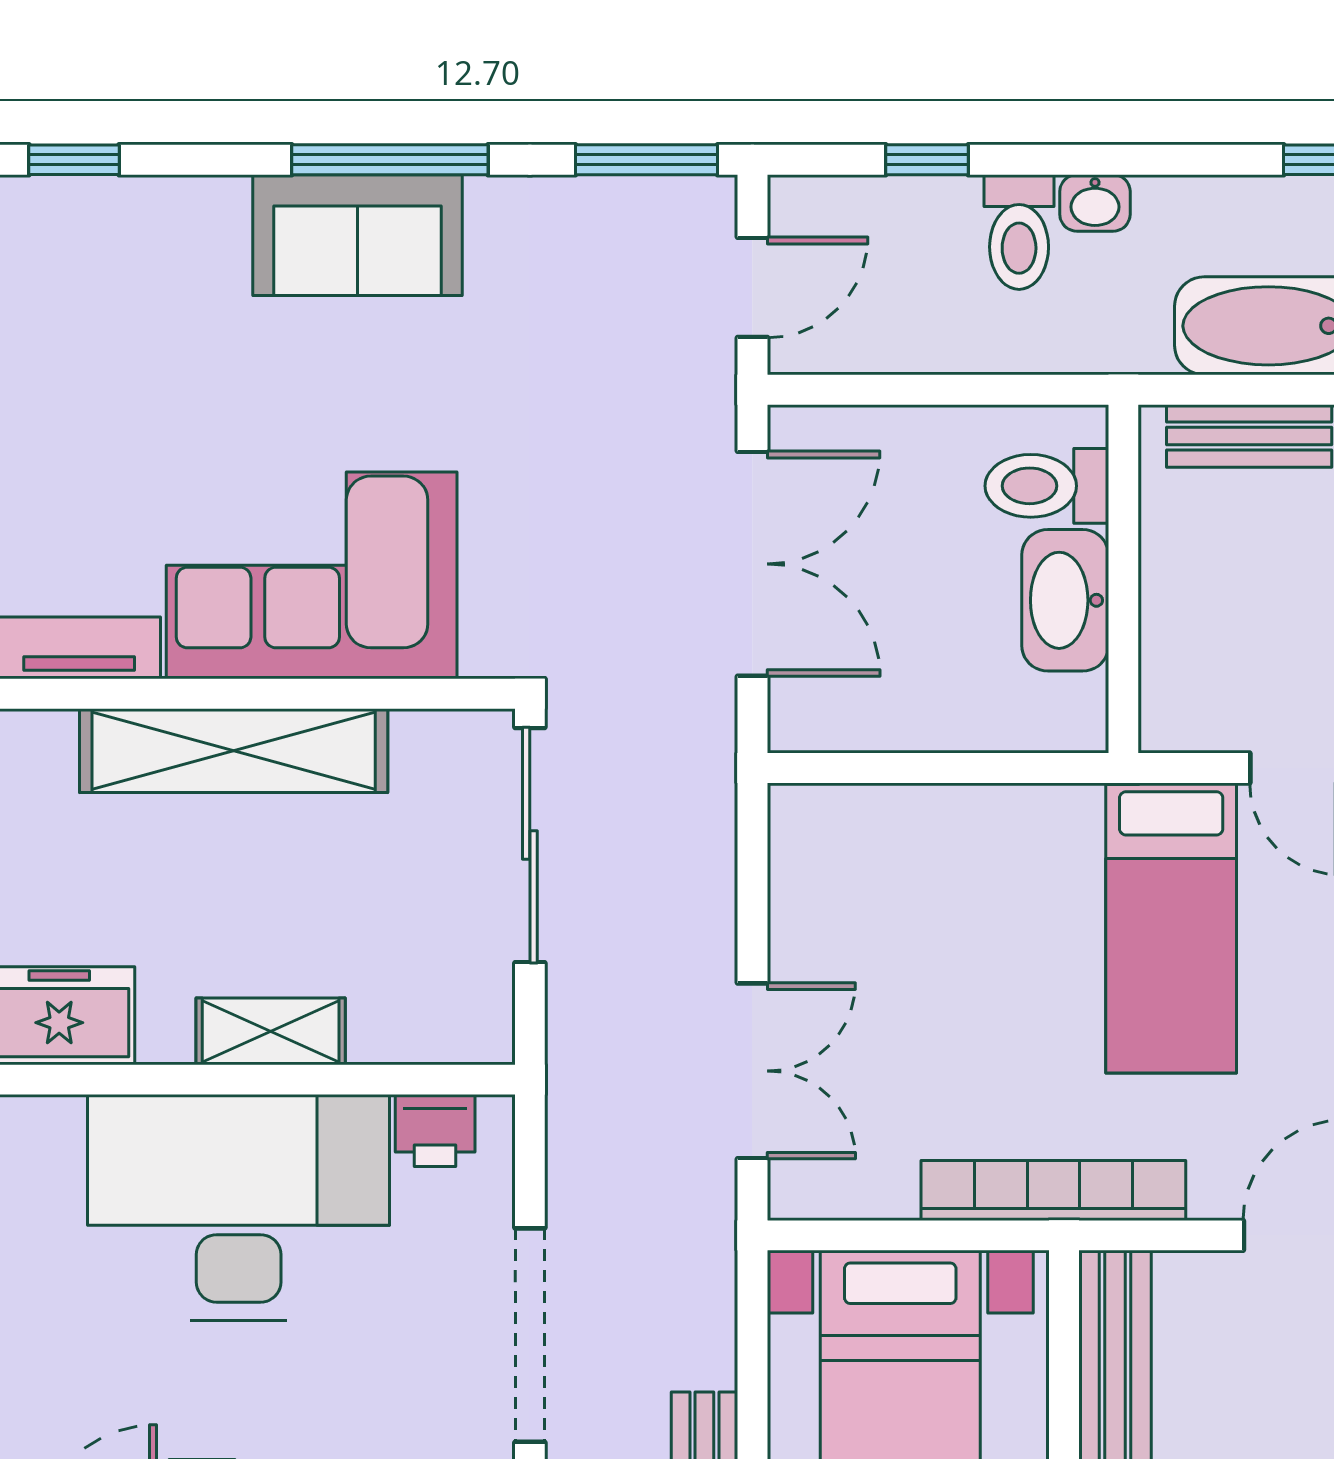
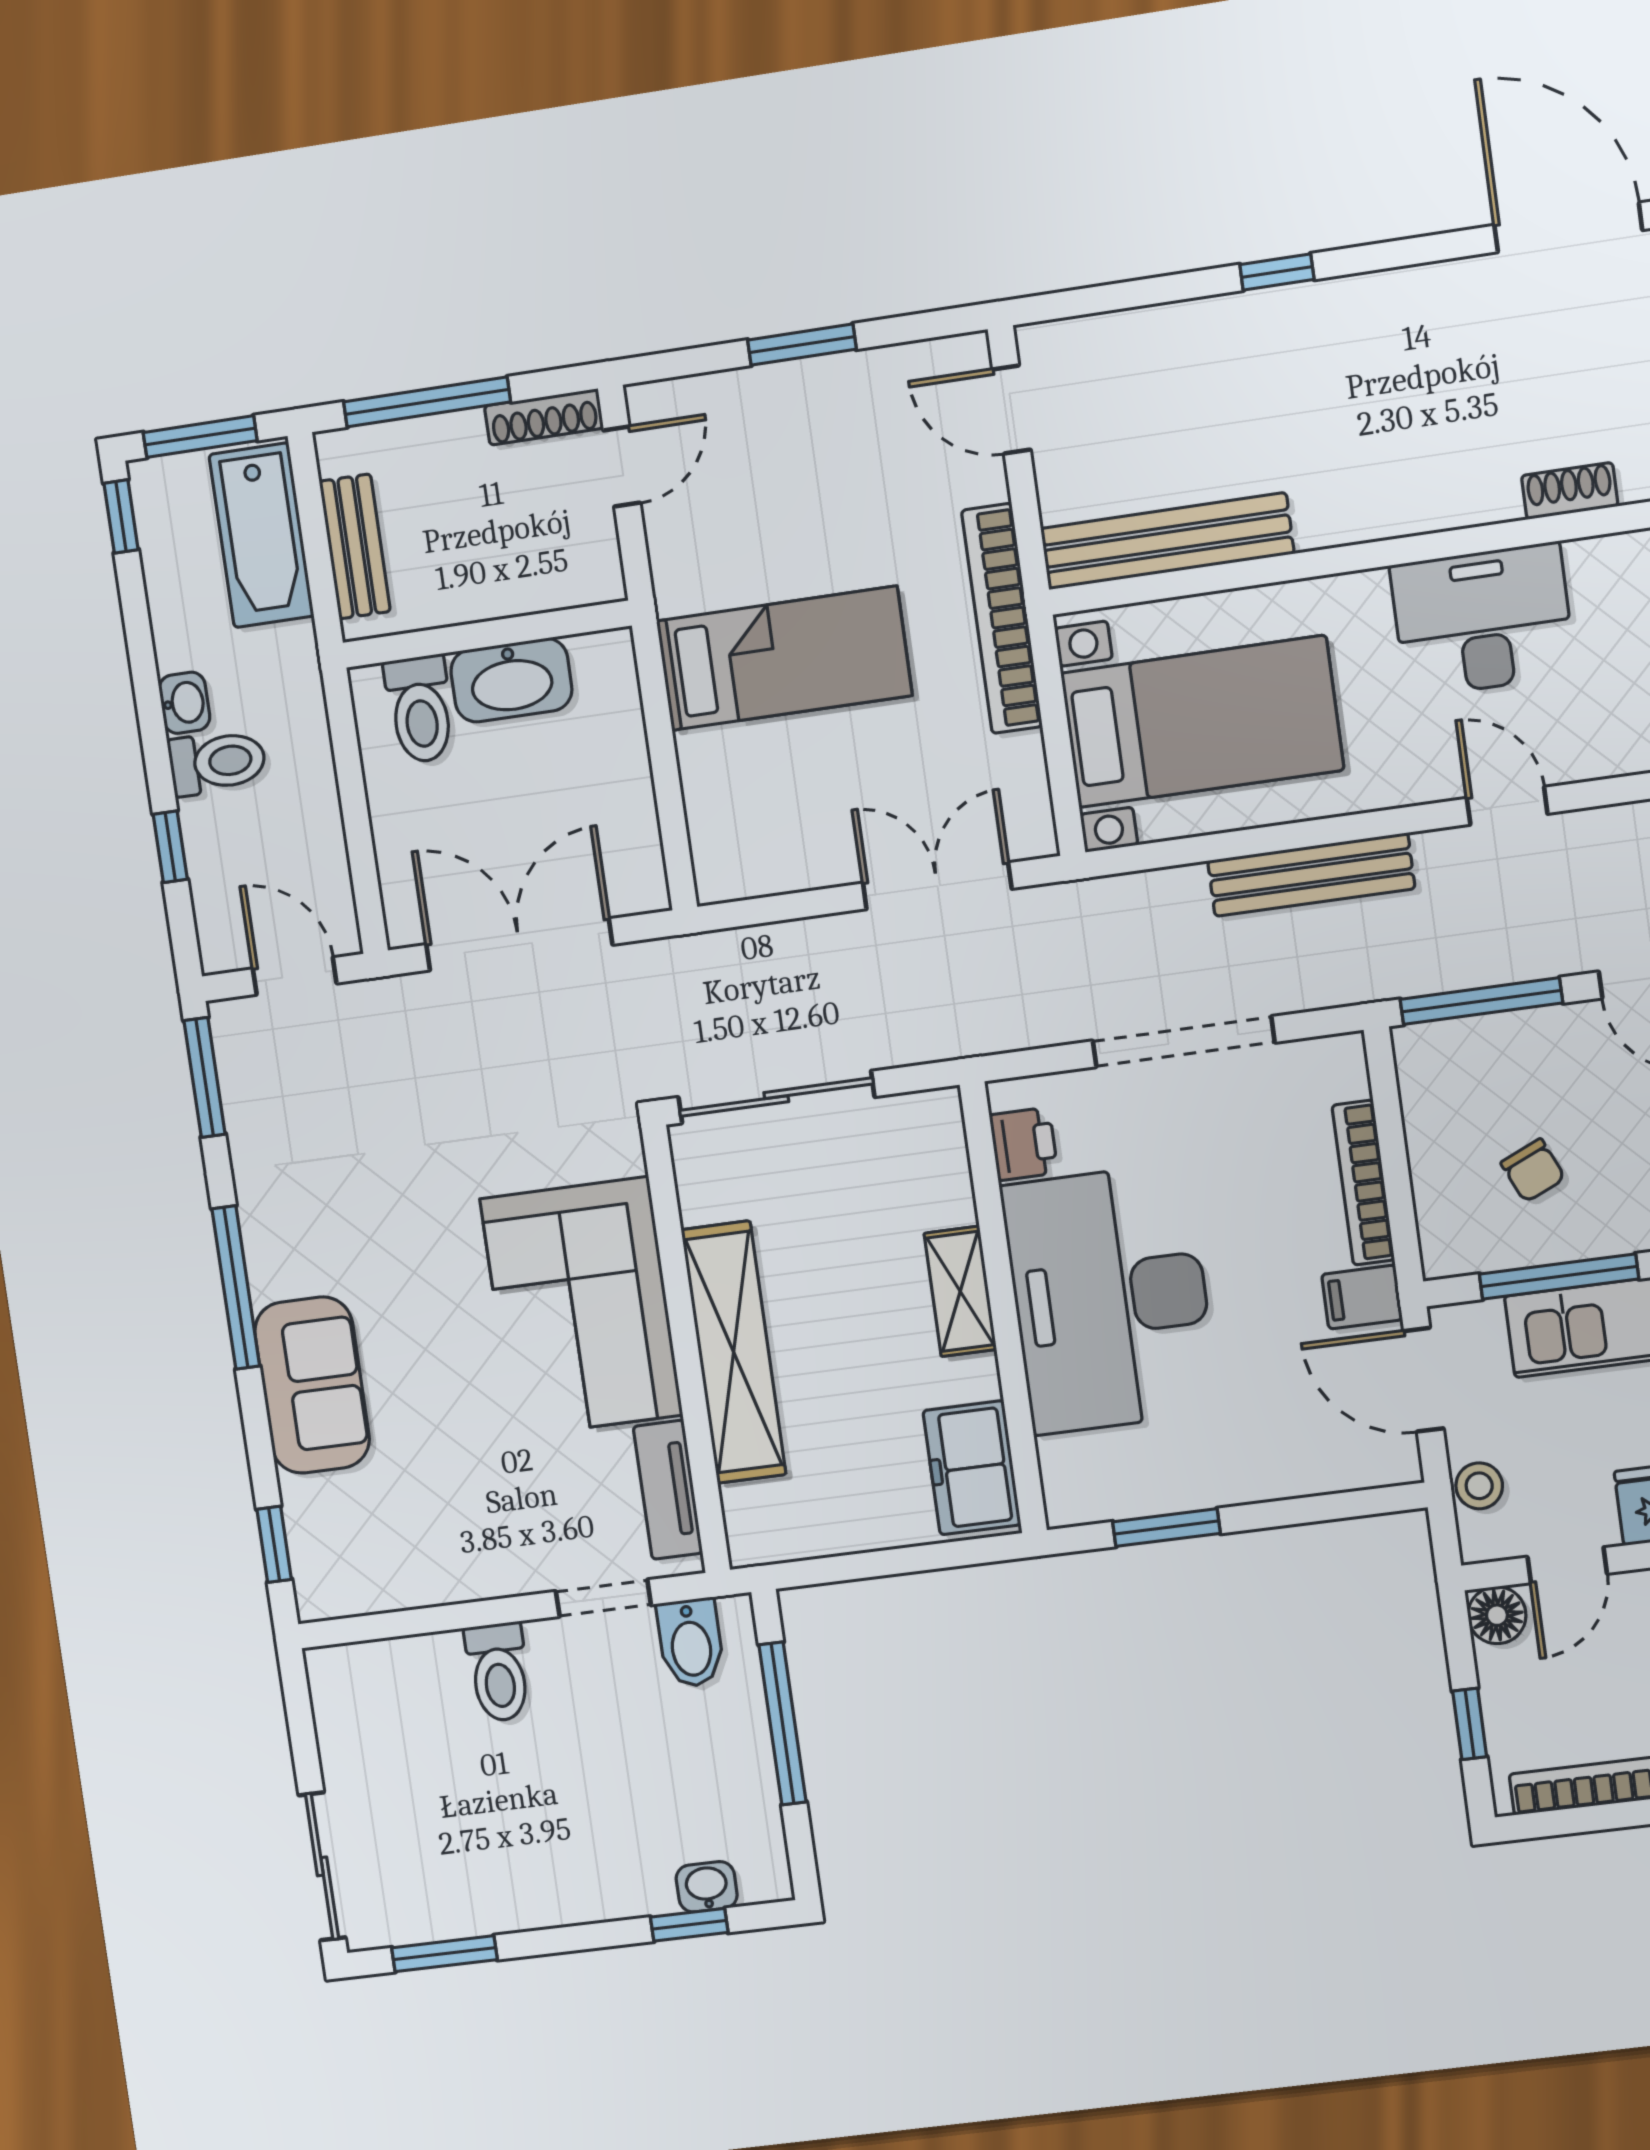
sofa: (358, 235) -> (312, 1385), moved
bed: (1171, 928) -> (784, 658), moved

